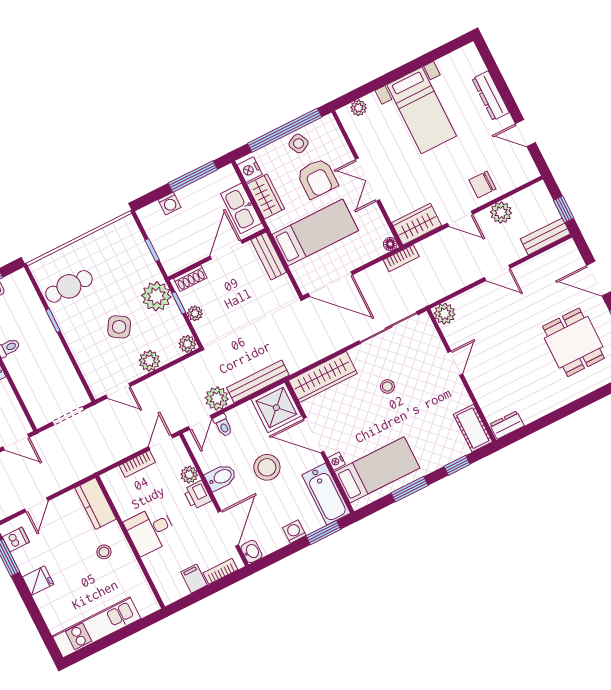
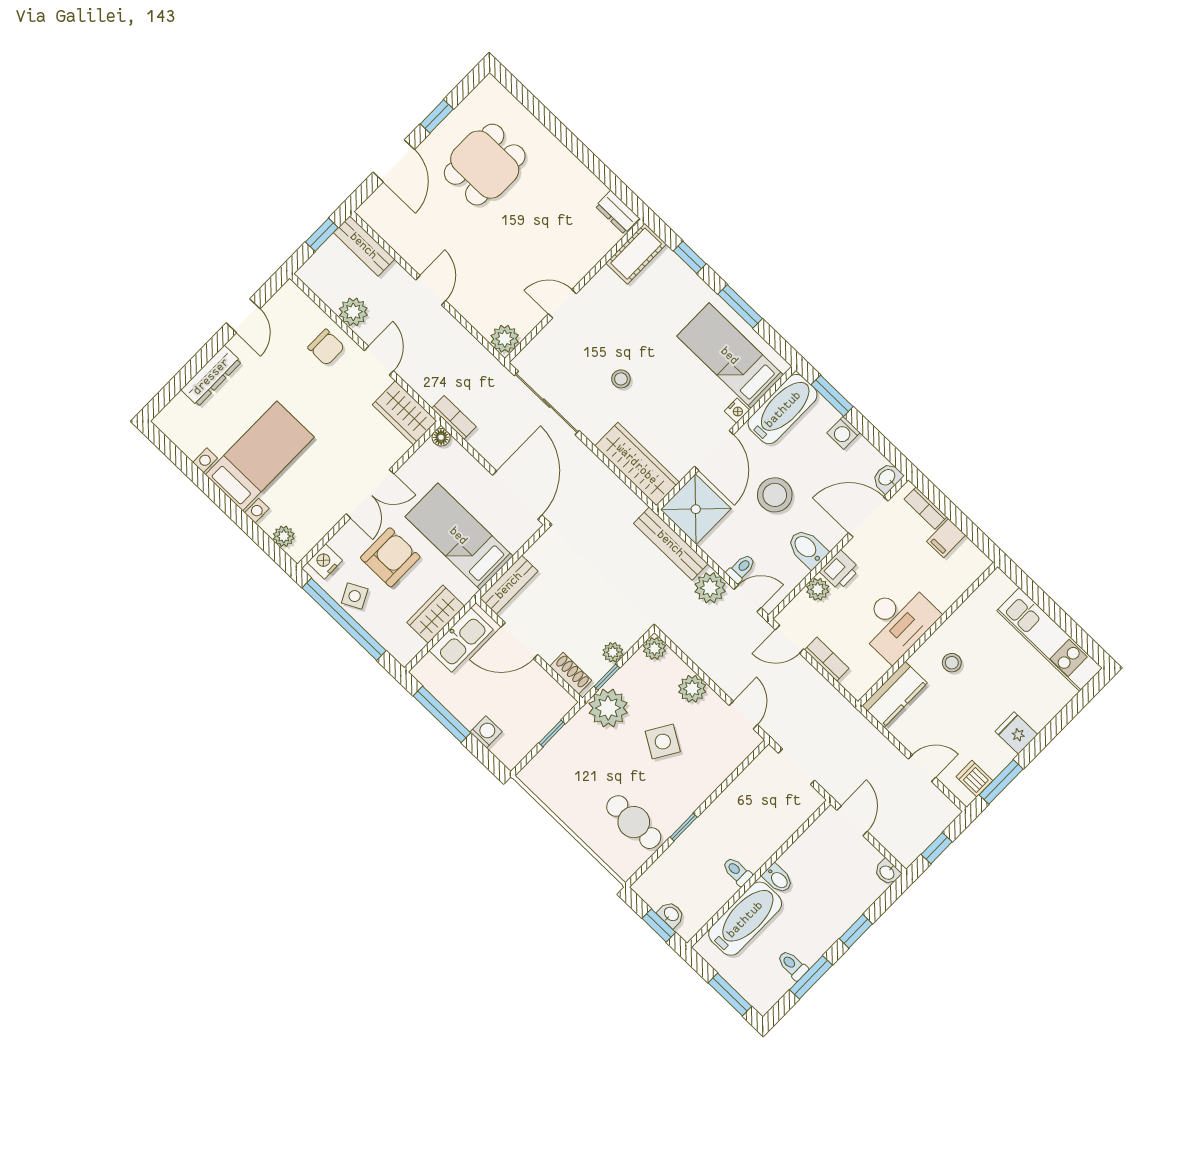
nightstand: (250, 170) -> (325, 561), moved, turned 180
desk: (150, 530) -> (897, 621), width x1.37

